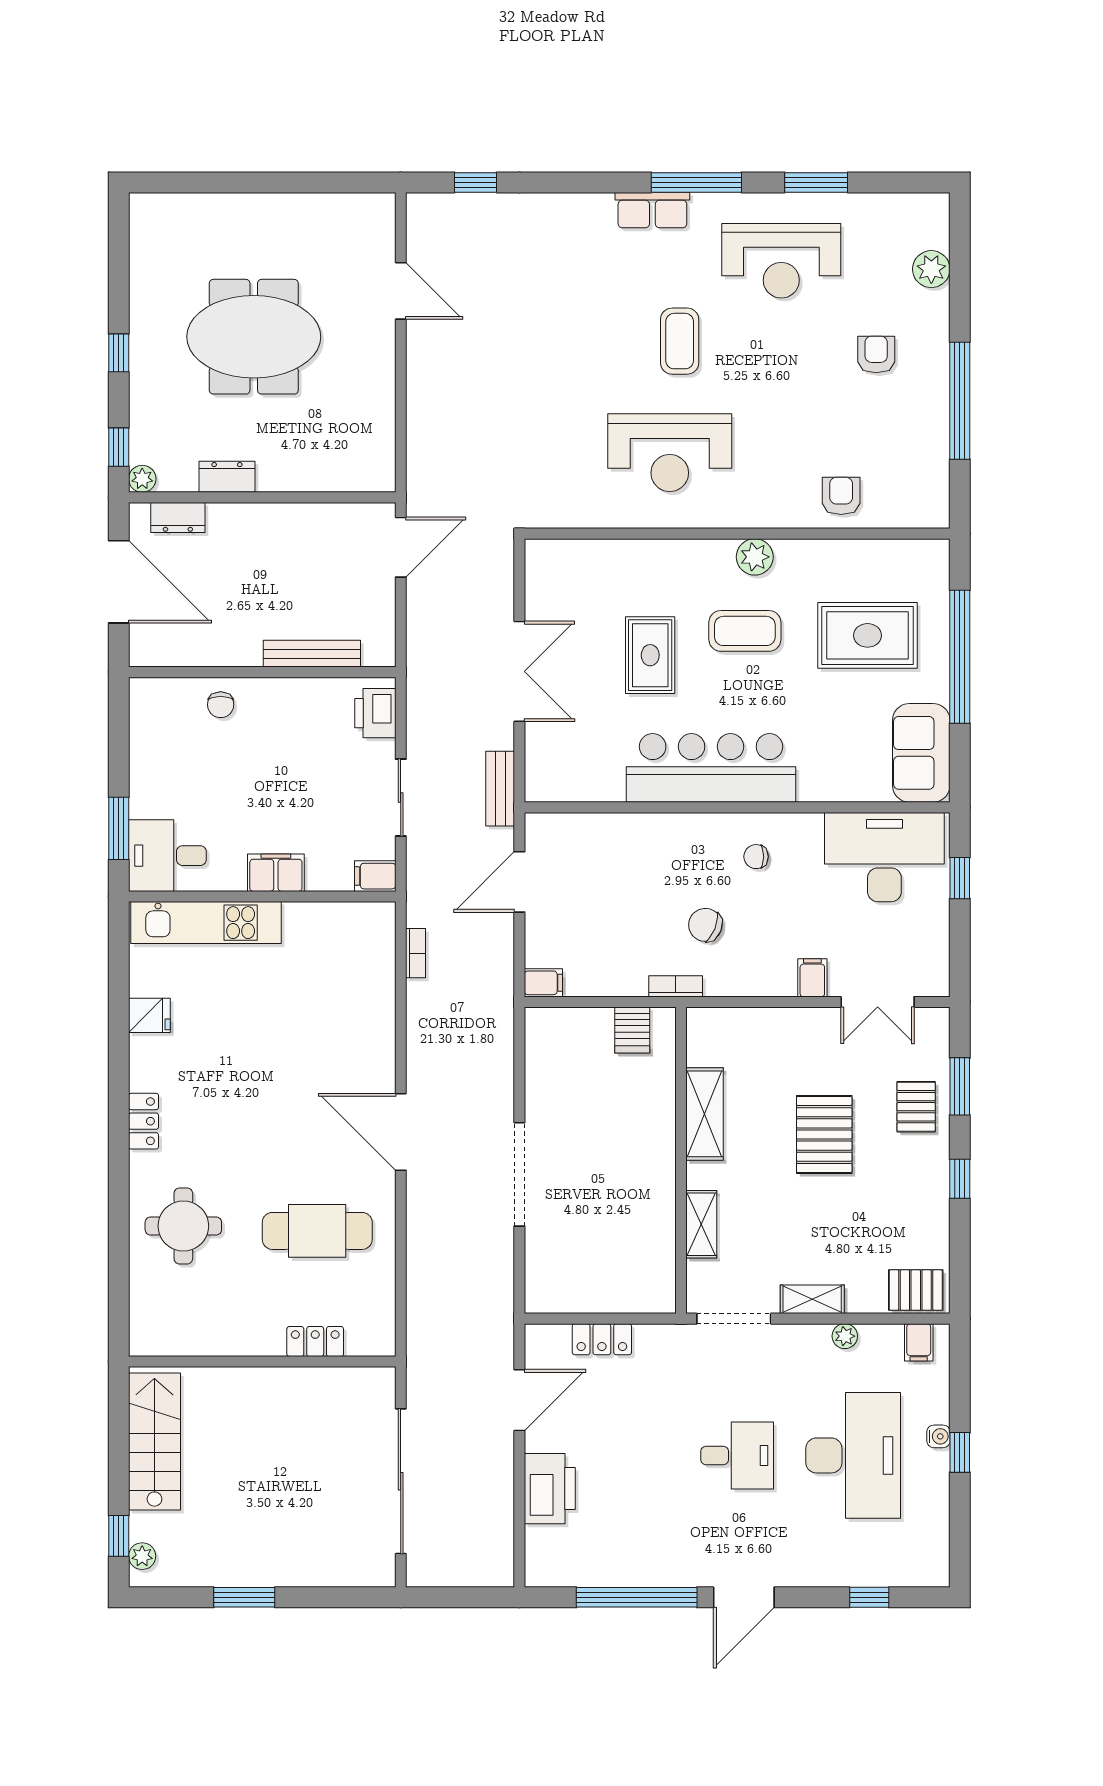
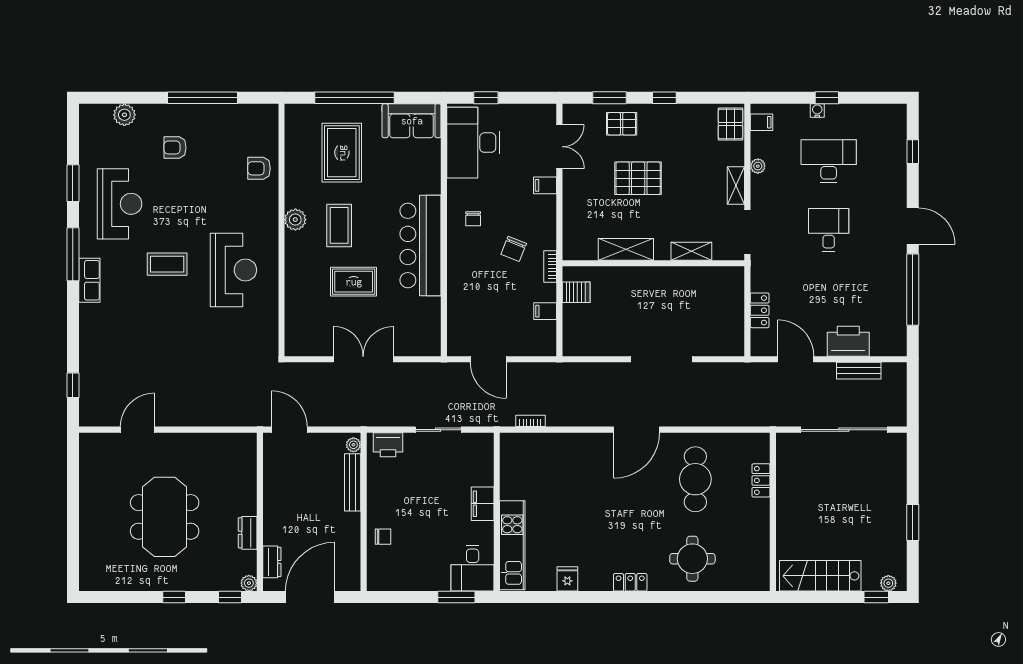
plant: (375, 655) -> (353, 445), added
bench: (500, 789) -> (859, 371), moved
filing cabinet: (375, 876) -> (485, 445), removed
filing cabinet: (543, 983) -> (545, 311), moved, turned -90
desk: (853, 1455) -> (829, 161), width x0.73, depth x0.77

